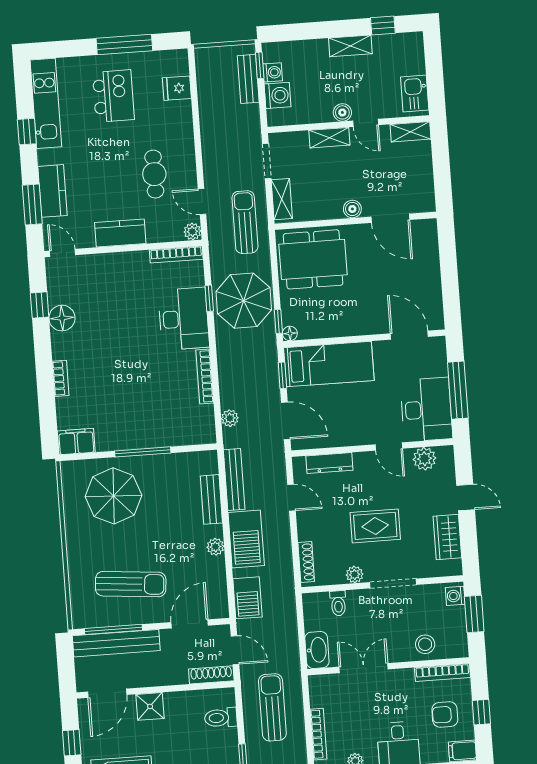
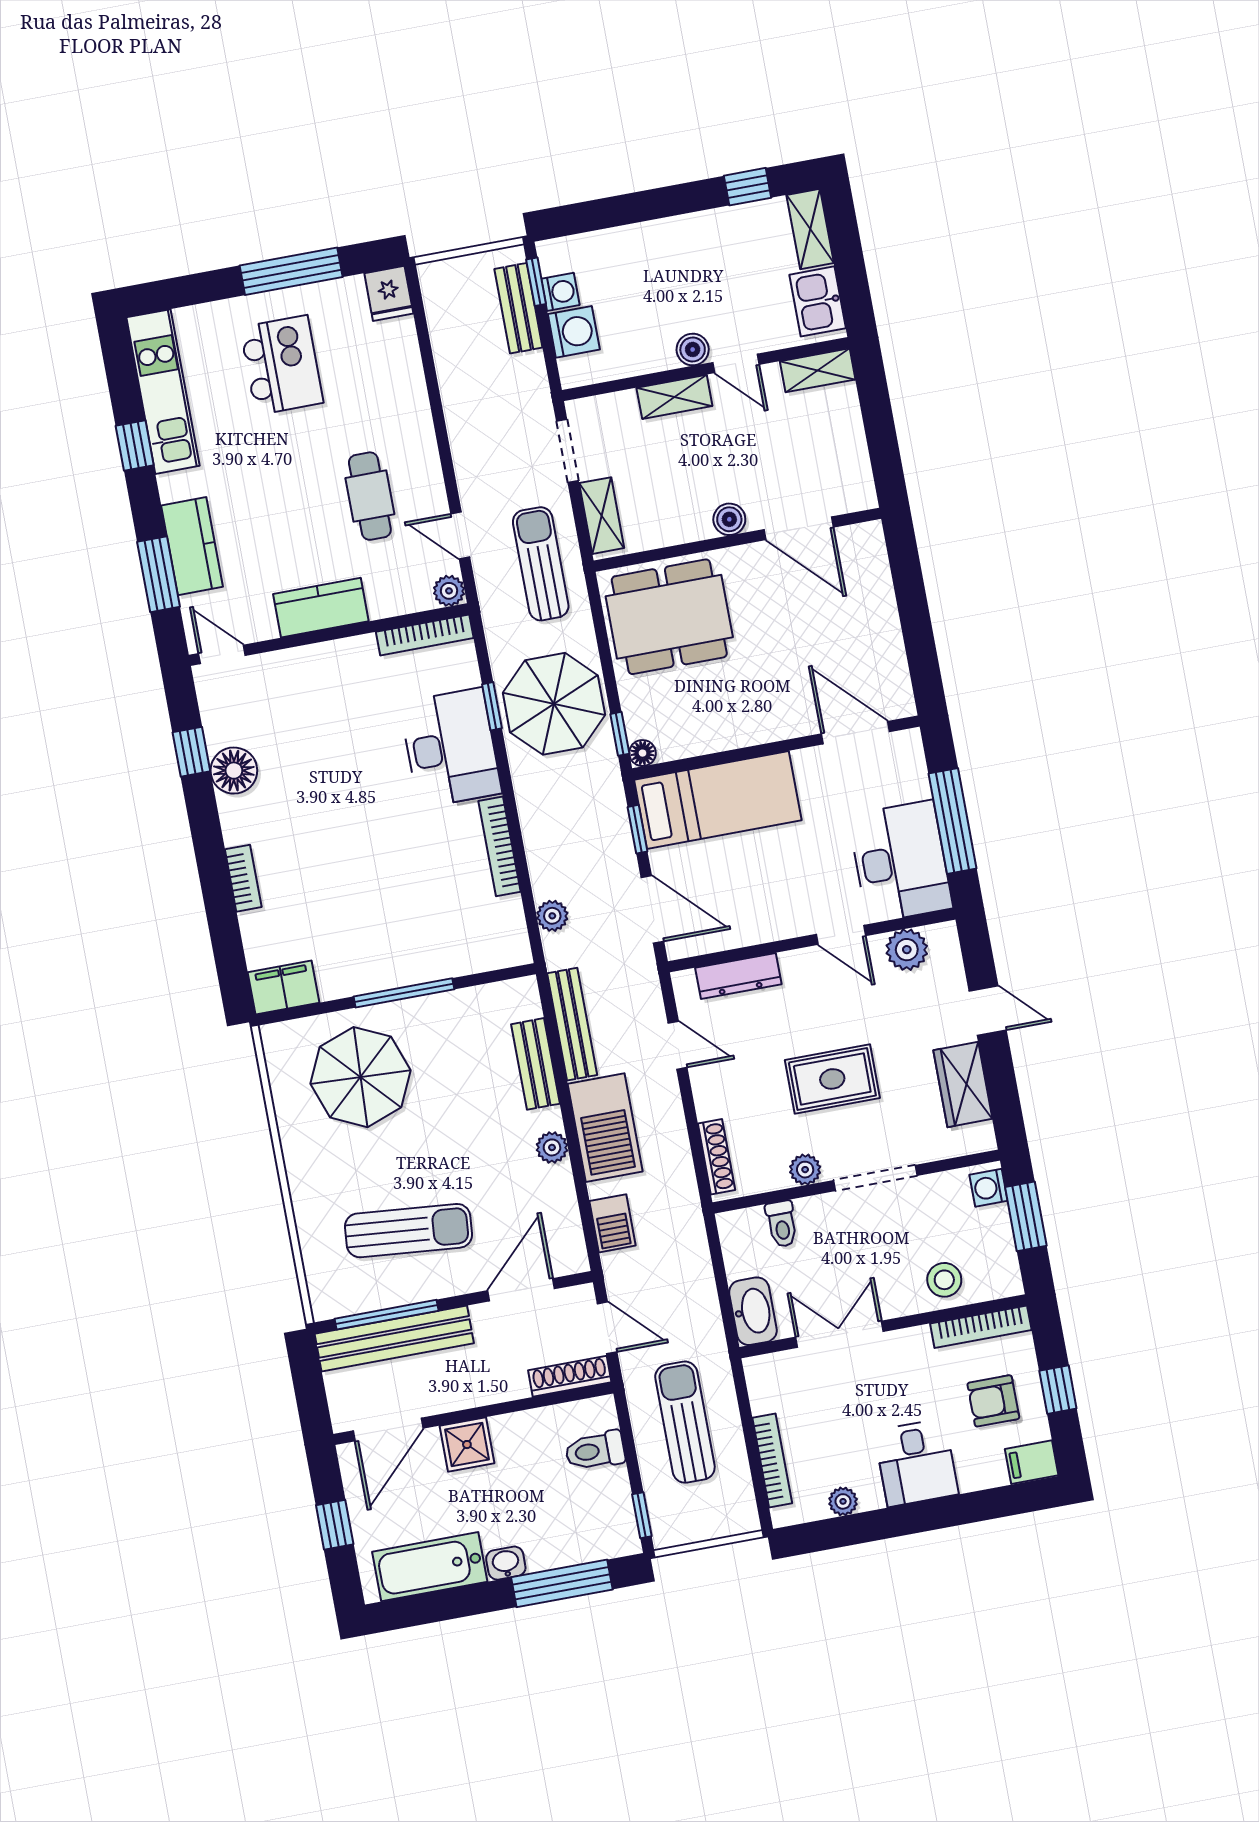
shelving: (350, 46) -> (810, 229), moved, turned 90
fridge: (177, 88) -> (389, 293), moved, turned -90
barbecue: (248, 598) -> (612, 1223), width x0.73, depth x0.79

